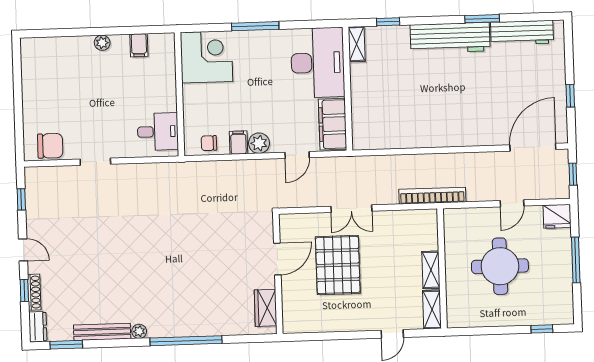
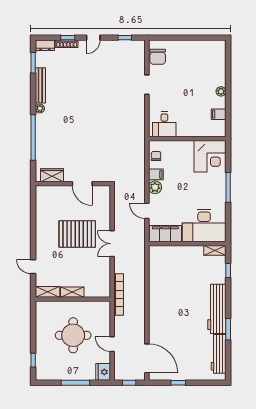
door: (277, 259) -> (82, 184), moved
wall: (278, 274) -> (73, 184), moved
wardrobe: (266, 308) -> (52, 175), moved

